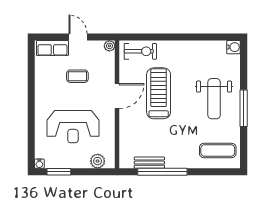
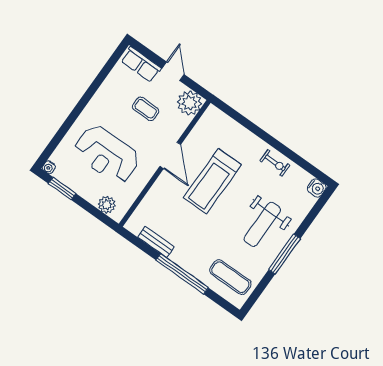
plant: (109, 46) -> (190, 103), width x1.88, depth x1.88
exercise bike: (140, 51) -> (275, 163), moved, width x0.73, depth x0.72
treadmill: (159, 93) -> (212, 181), turned 180
door: (117, 96) -> (170, 155), hinge flipped
window: (162, 172) -> (182, 274), moved

